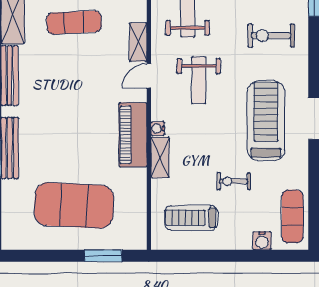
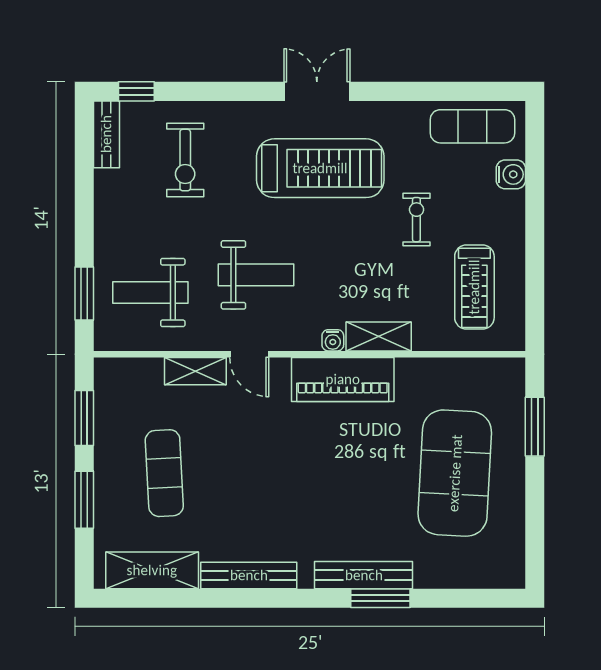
treadmill: (266, 121) -> (320, 168), turned 180
exercise bike: (234, 181) -> (416, 220), turned 180

